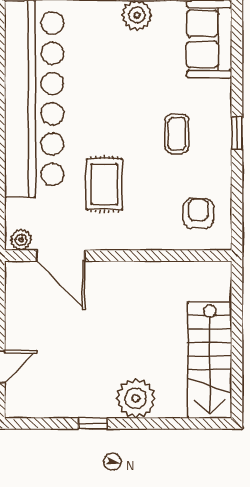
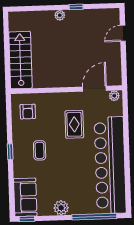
door: (61, 256) -> (94, 89), hinge flipped
stairs: (210, 360) -> (20, 60), moved
plant: (136, 398) -> (60, 15), width x0.53, depth x0.53

